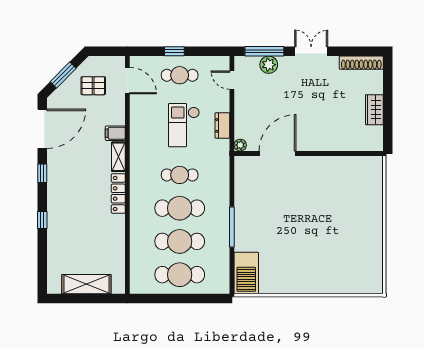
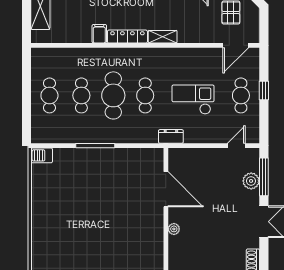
dresser: (222, 125) -> (171, 136), moved
filing cabinet: (115, 133) -> (99, 34), moved
plant: (240, 145) -> (174, 229), moved
cafe table: (180, 241) -> (81, 95), width x0.73, depth x0.74
barbecue: (246, 273) -> (42, 155), width x0.53, depth x0.65
cafe table: (180, 275) -> (49, 95), width x0.73, depth x0.74

